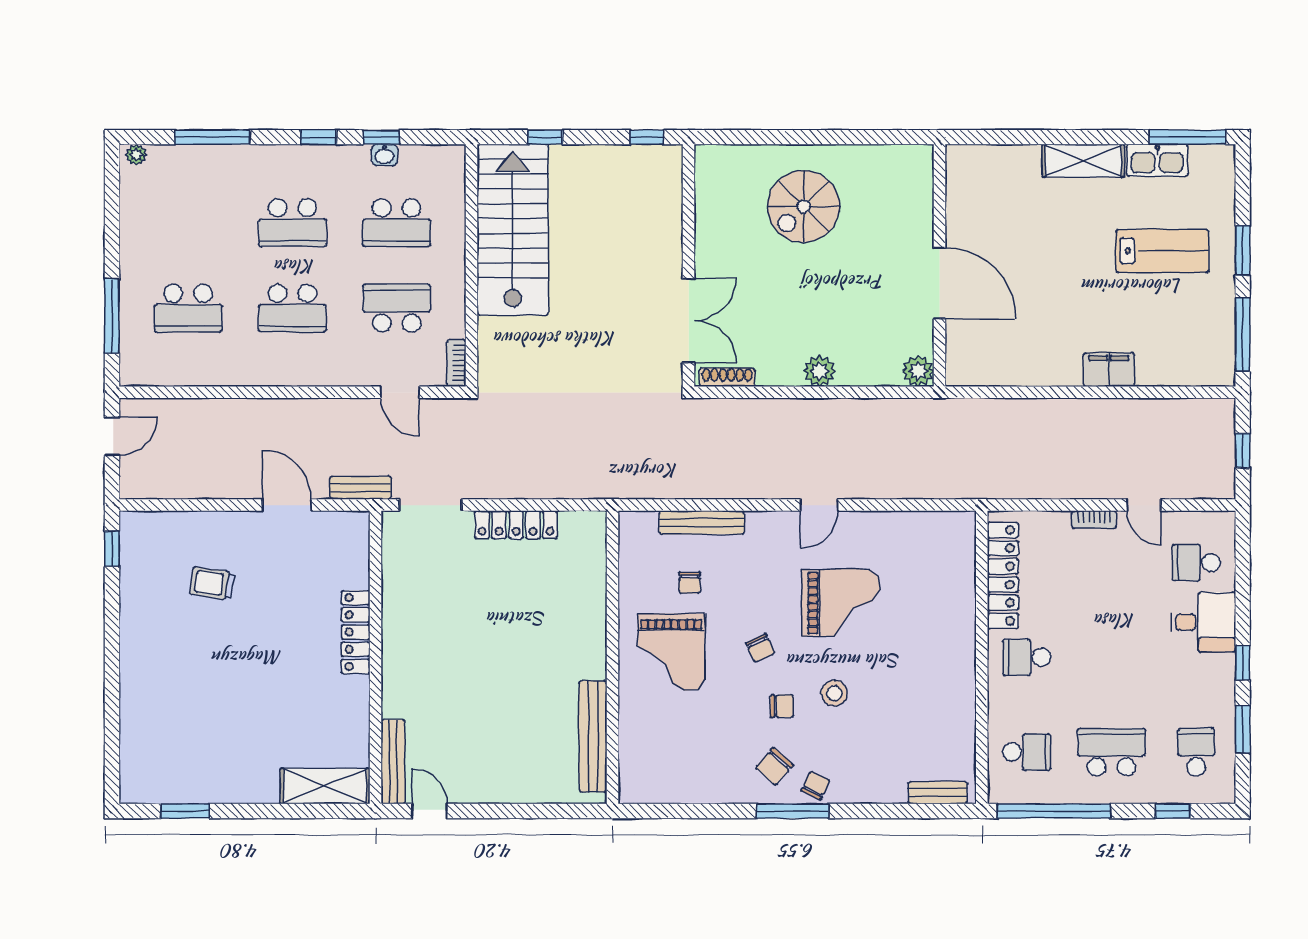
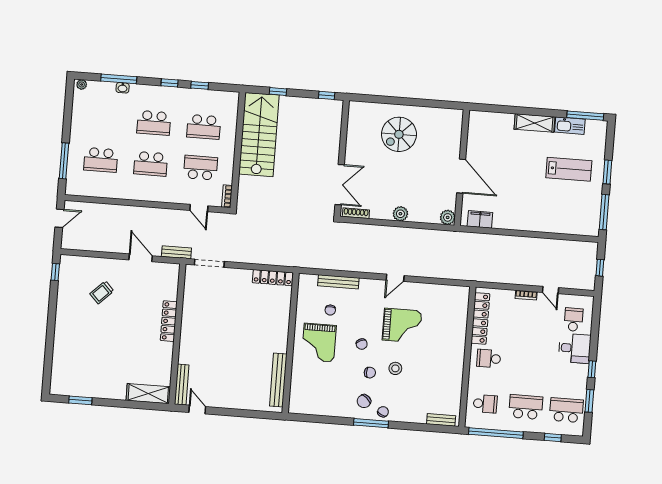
washbasin: (385, 155) -> (123, 88), moved
filing cabinet: (1109, 370) -> (480, 219), moved
locker: (516, 525) -> (273, 278), moved
school desk: (1196, 563) -> (573, 320), turned 90
trolley: (212, 583) -> (102, 292), turned -52
school desk: (1196, 752) -> (566, 410), width x1.85

